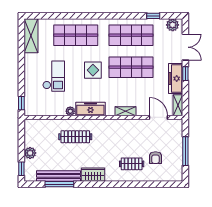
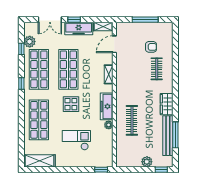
window: (116, 16) -> (21, 83), added
plant: (173, 25) -> (30, 42), moved
double door: (185, 47) -> (50, 20), swing flipped

